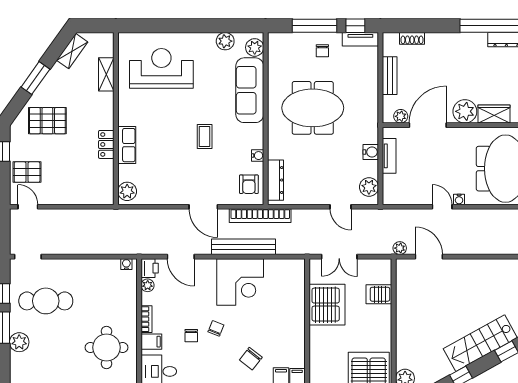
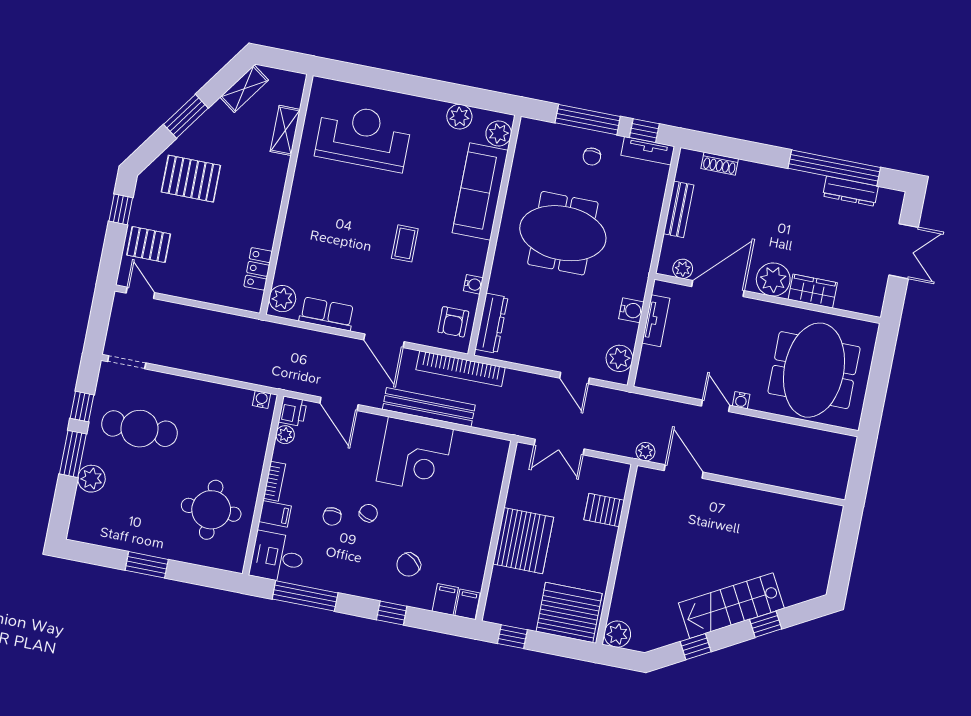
locker: (106, 144) -> (258, 269), moved
row of seats: (127, 145) -> (327, 314), moved, turned -90
server rack: (327, 305) -> (523, 541), moved

